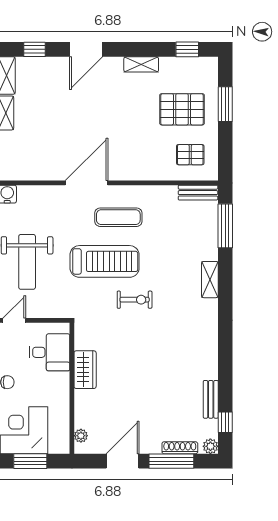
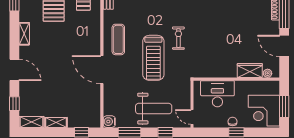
exercise mat: (118, 217) -> (118, 39), moved
treadmill: (105, 261) -> (153, 58), turned 180
desk: (50, 352) -> (217, 94), width x1.37
wardrobe: (85, 370) -> (250, 71), moved

